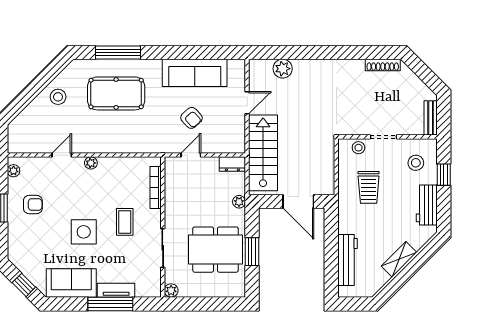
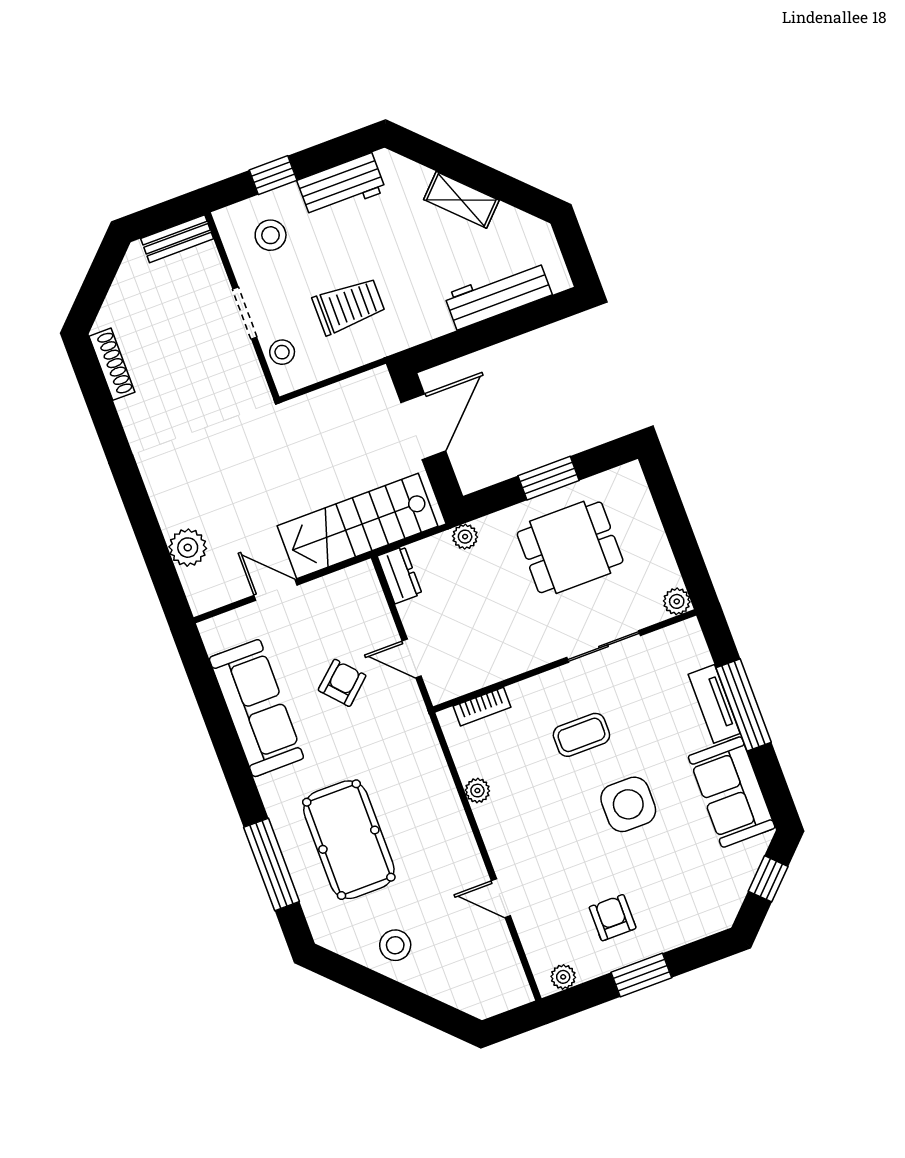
plant: (91, 163) -> (477, 791), moved
bookcase: (156, 187) -> (482, 707), width x0.64
dining table: (215, 250) -> (570, 547), width x0.73

